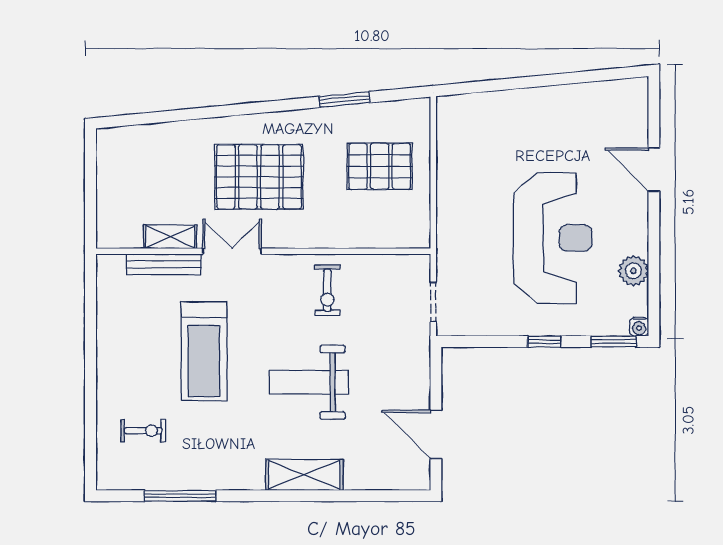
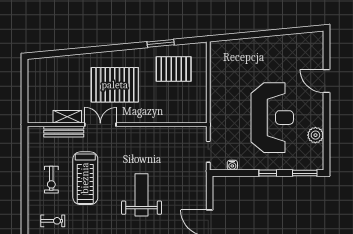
pallet: (380, 166) -> (174, 69), moved
exercise bike: (327, 290) -> (51, 180), moved
water cooler: (639, 327) -> (232, 165), moved
weight bench: (309, 382) -> (142, 195), turned 90

